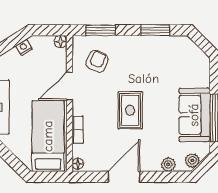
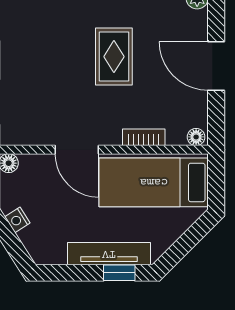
armchair: (97, 61) -> (39, 107), removed
rug: (130, 110) -> (114, 57), turned 90

